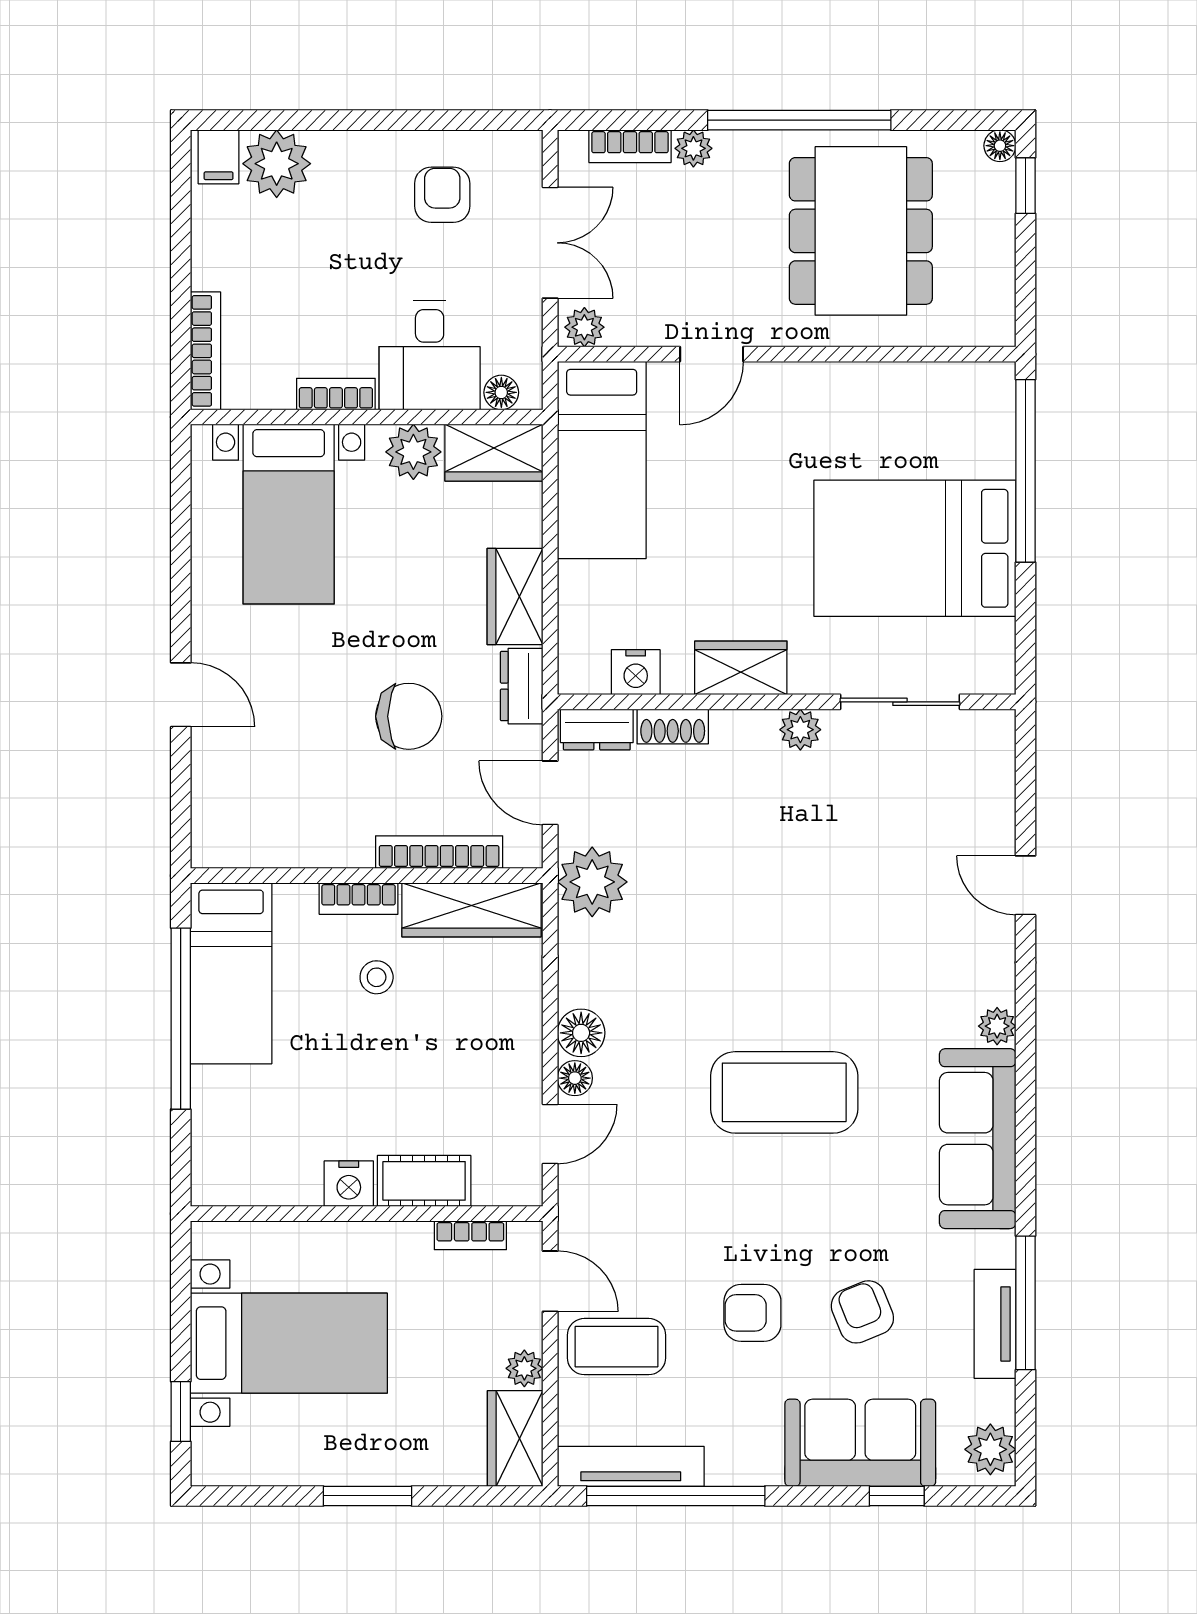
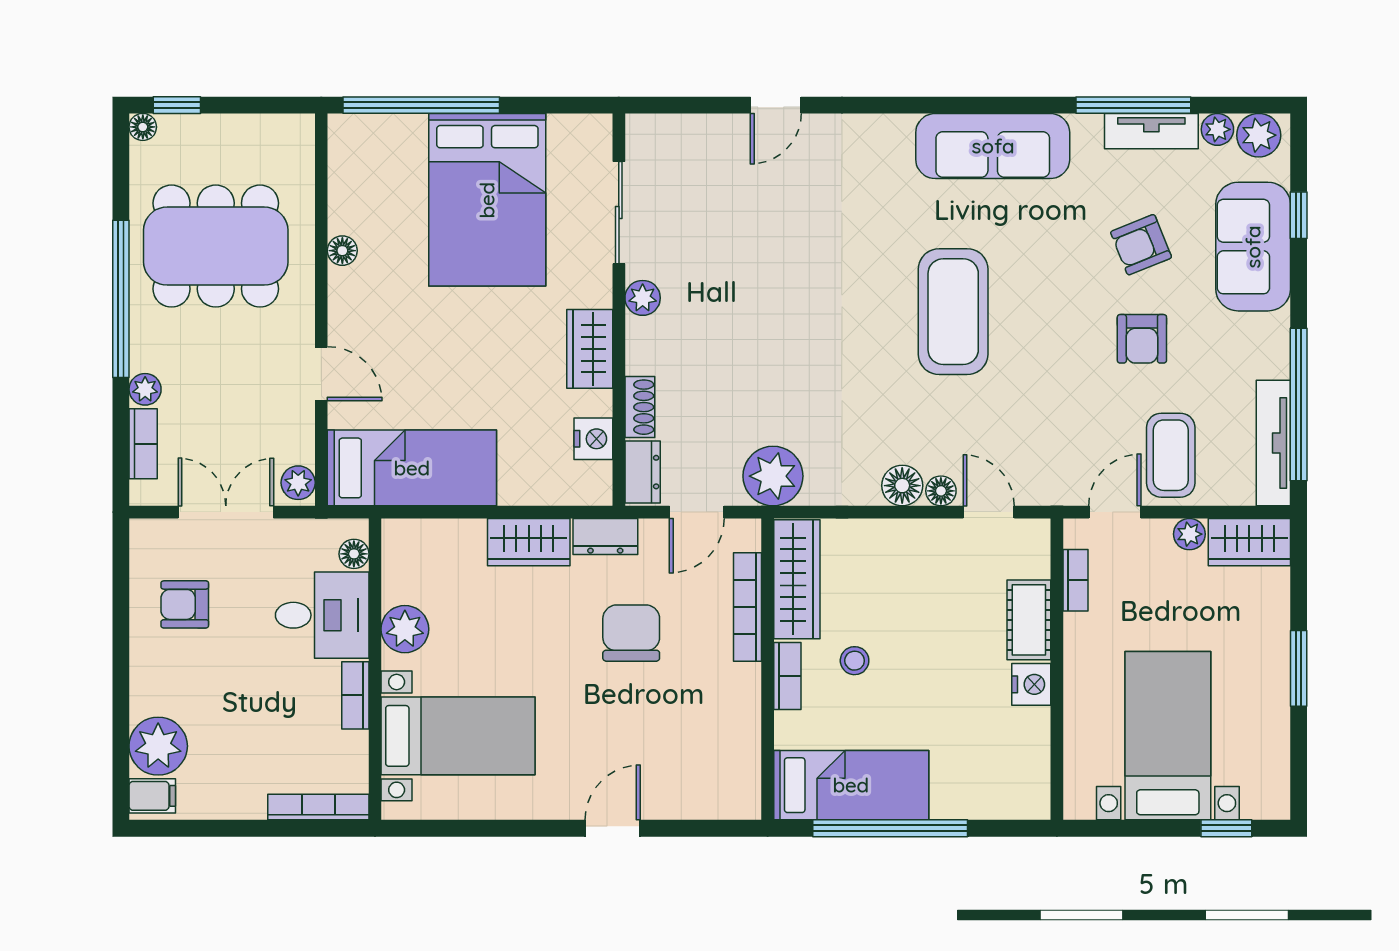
floor lamp: (855, 379) -> (342, 251), added
wardrobe: (494, 453) -> (405, 560), removed
plant: (997, 1026) -> (1217, 129), moved

